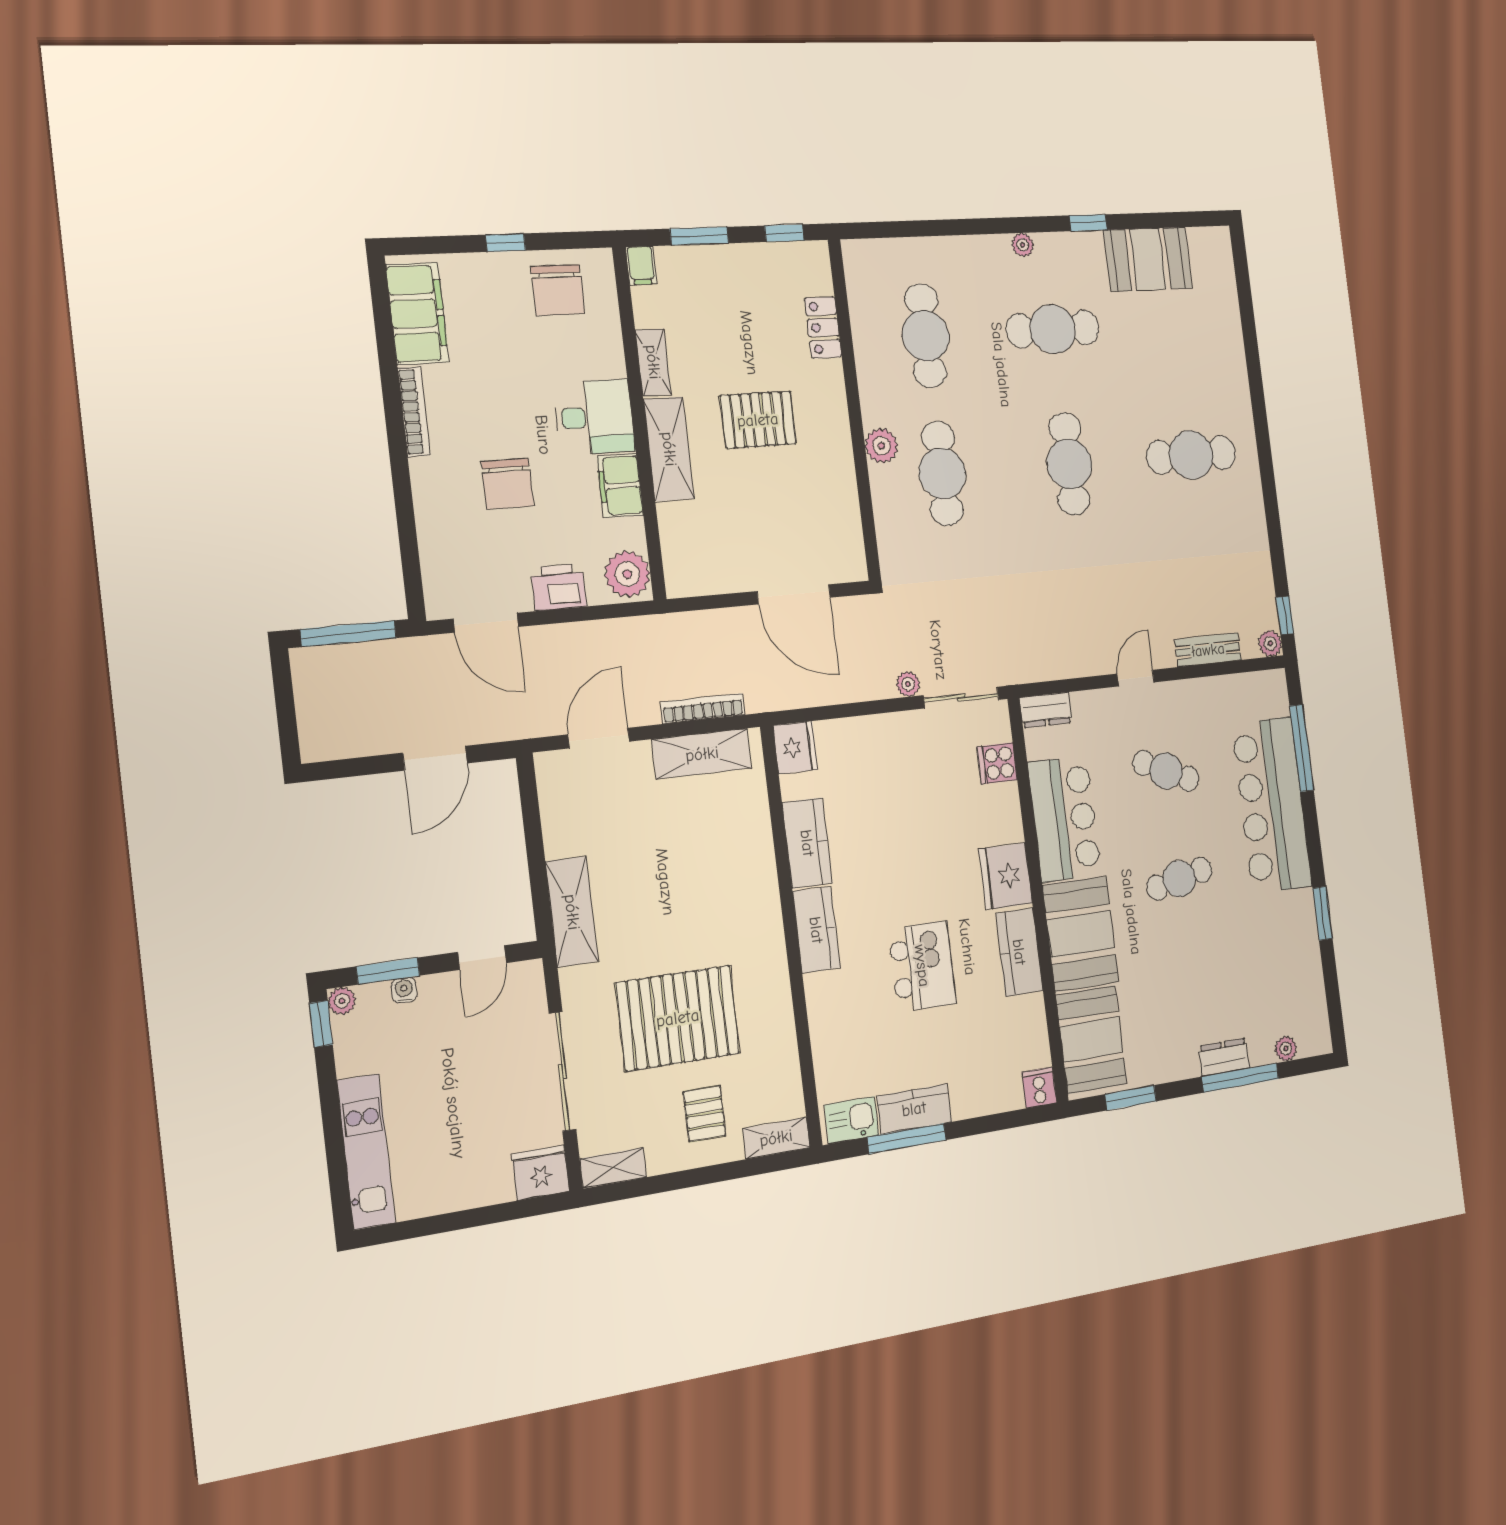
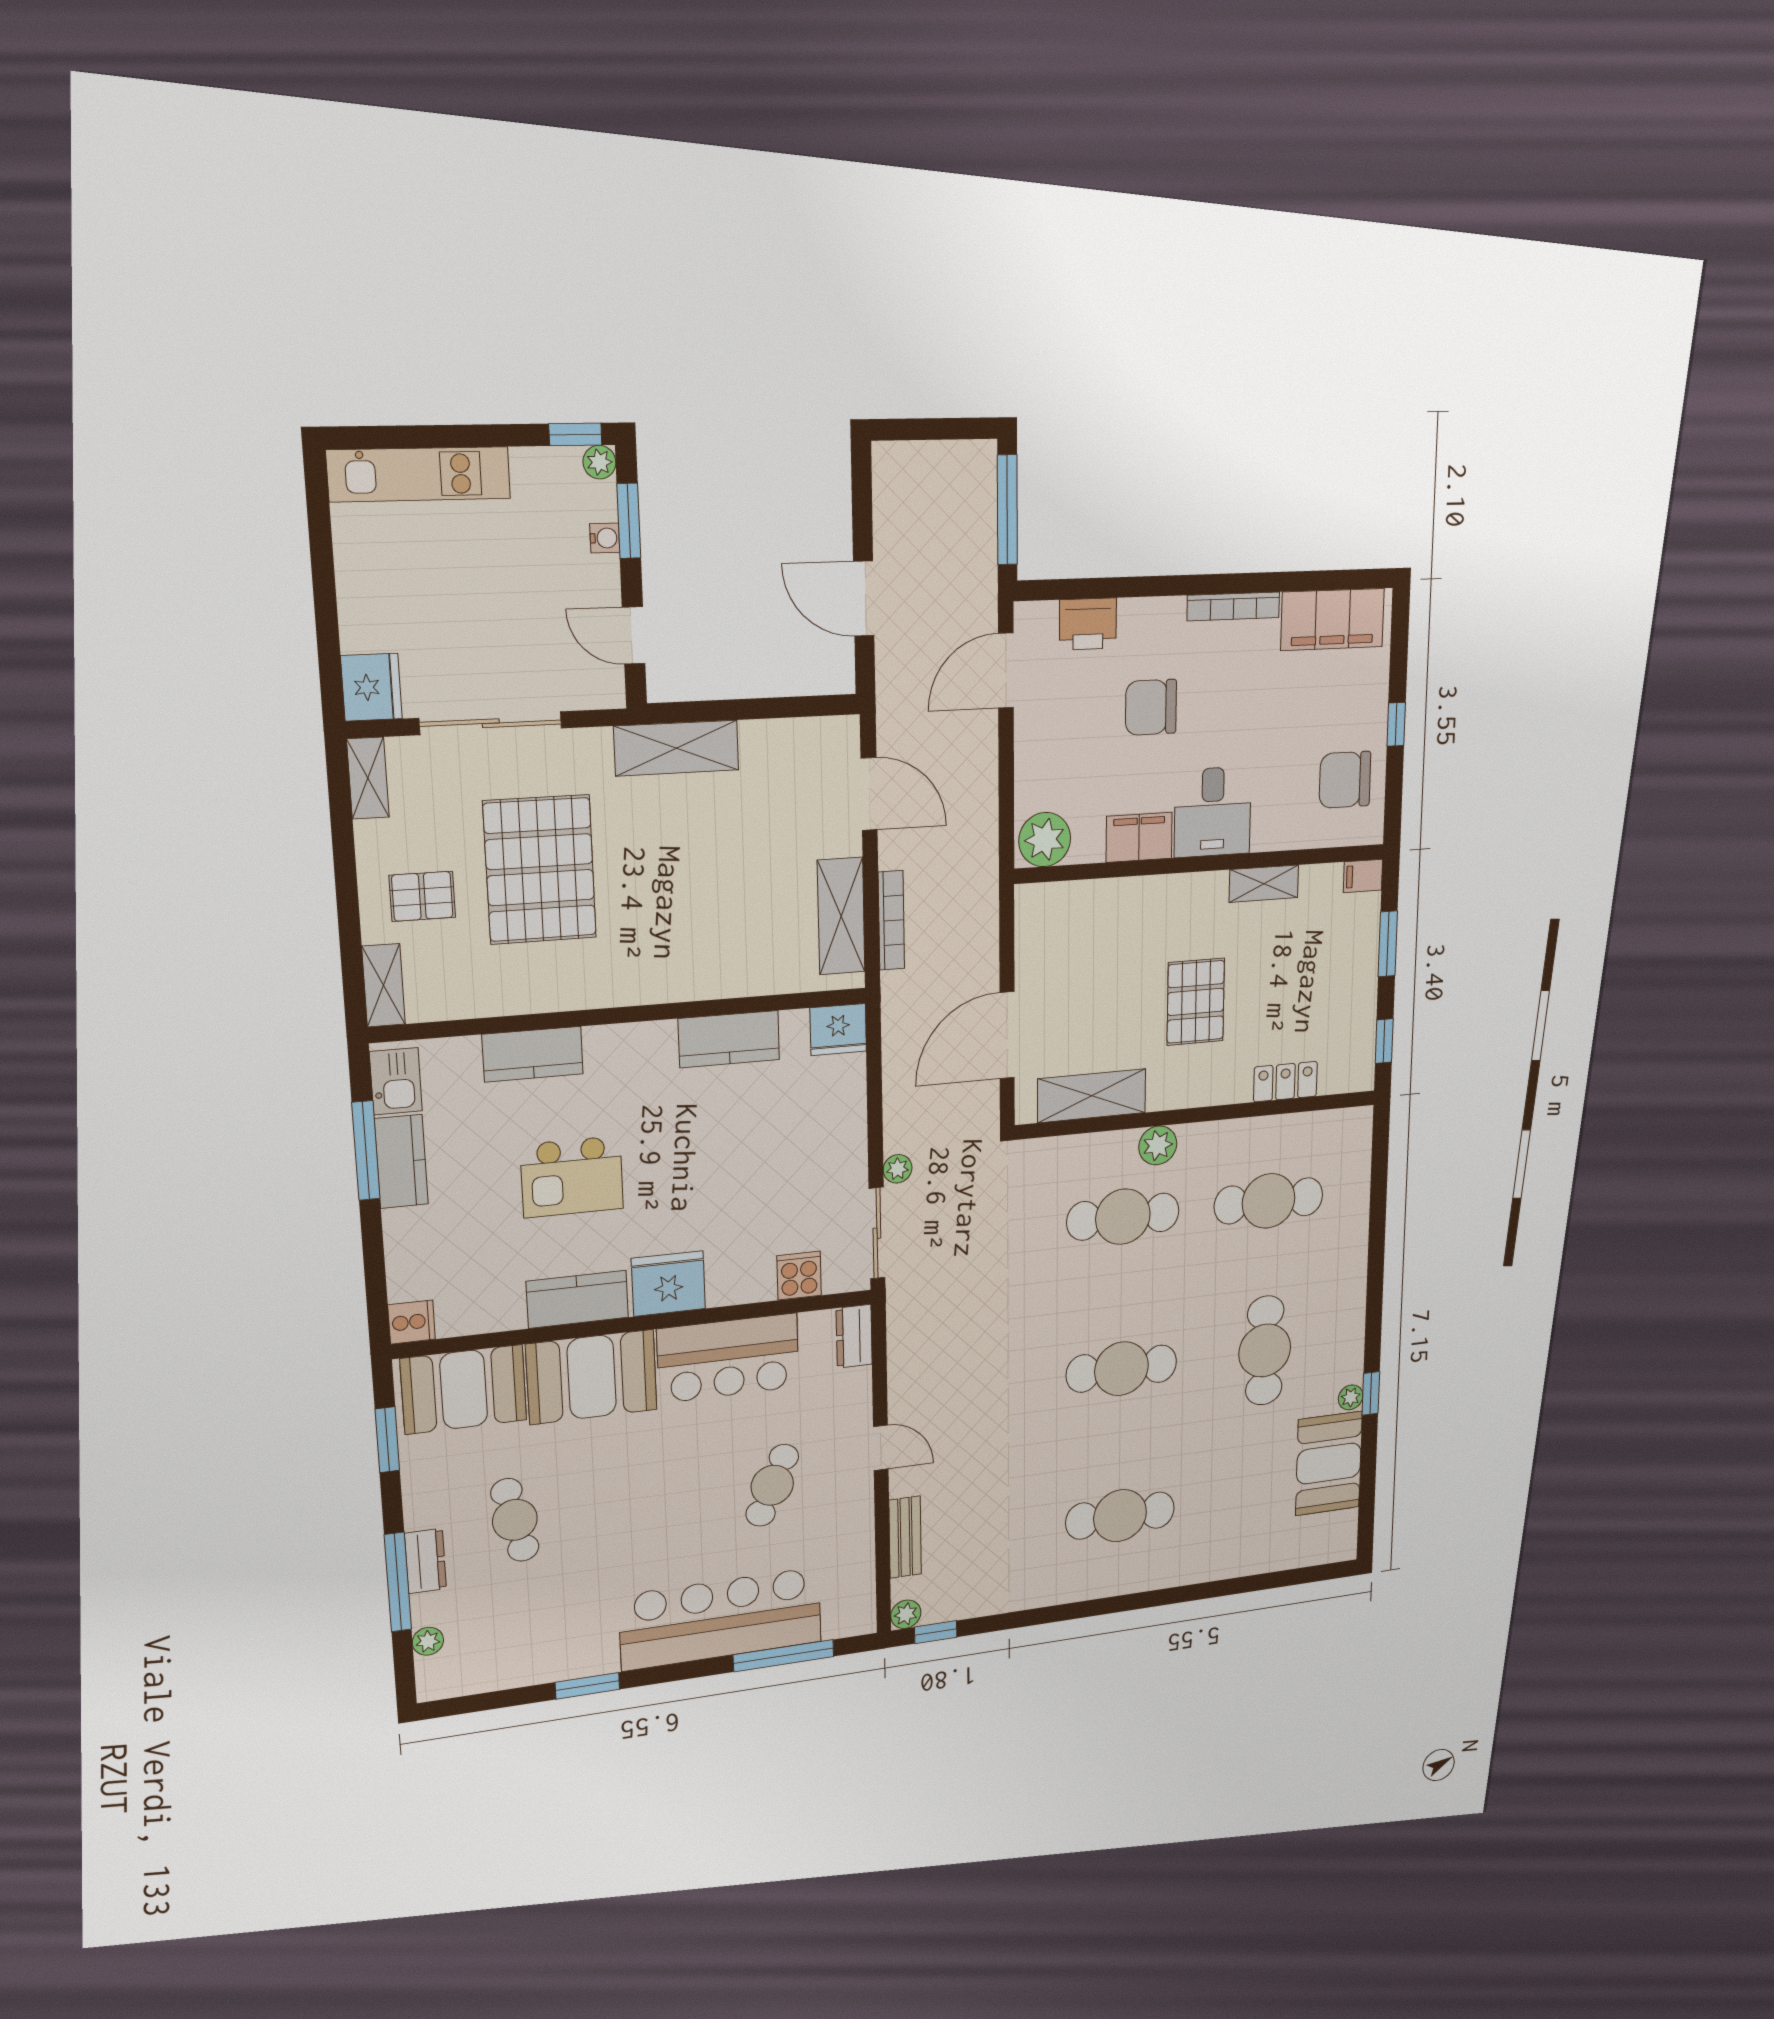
plant: (1023, 245) -> (1351, 1397), moved
shelving: (669, 449) -> (1092, 1096), moved
cafe table: (1191, 455) -> (1120, 1516), turned 90
printer: (559, 587) -> (1088, 624), moved, turned 90
cafe table: (1179, 879) -> (515, 1520), moved
kitchen counter: (816, 930) -> (533, 1054), moved

